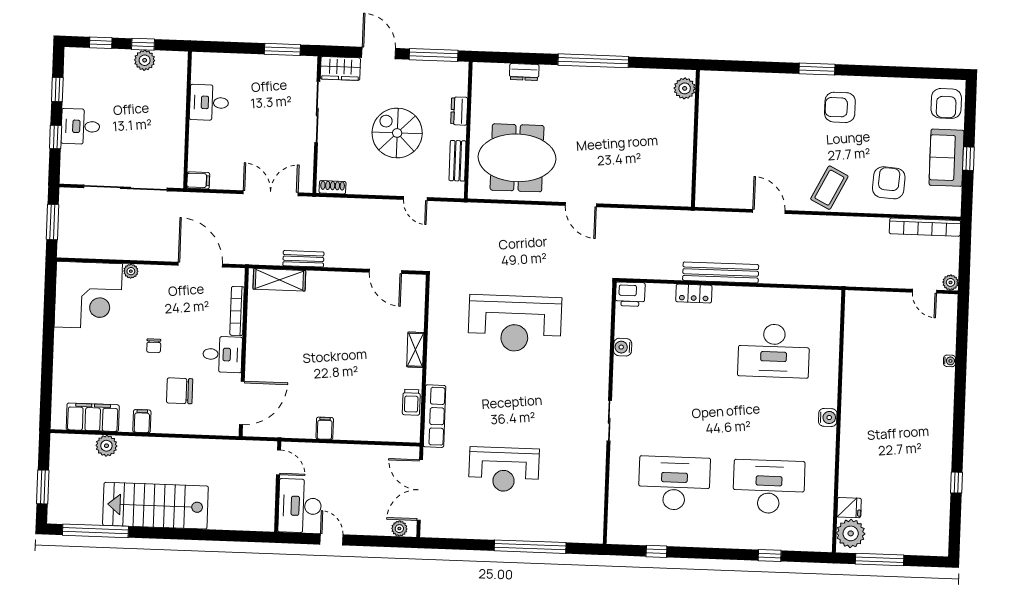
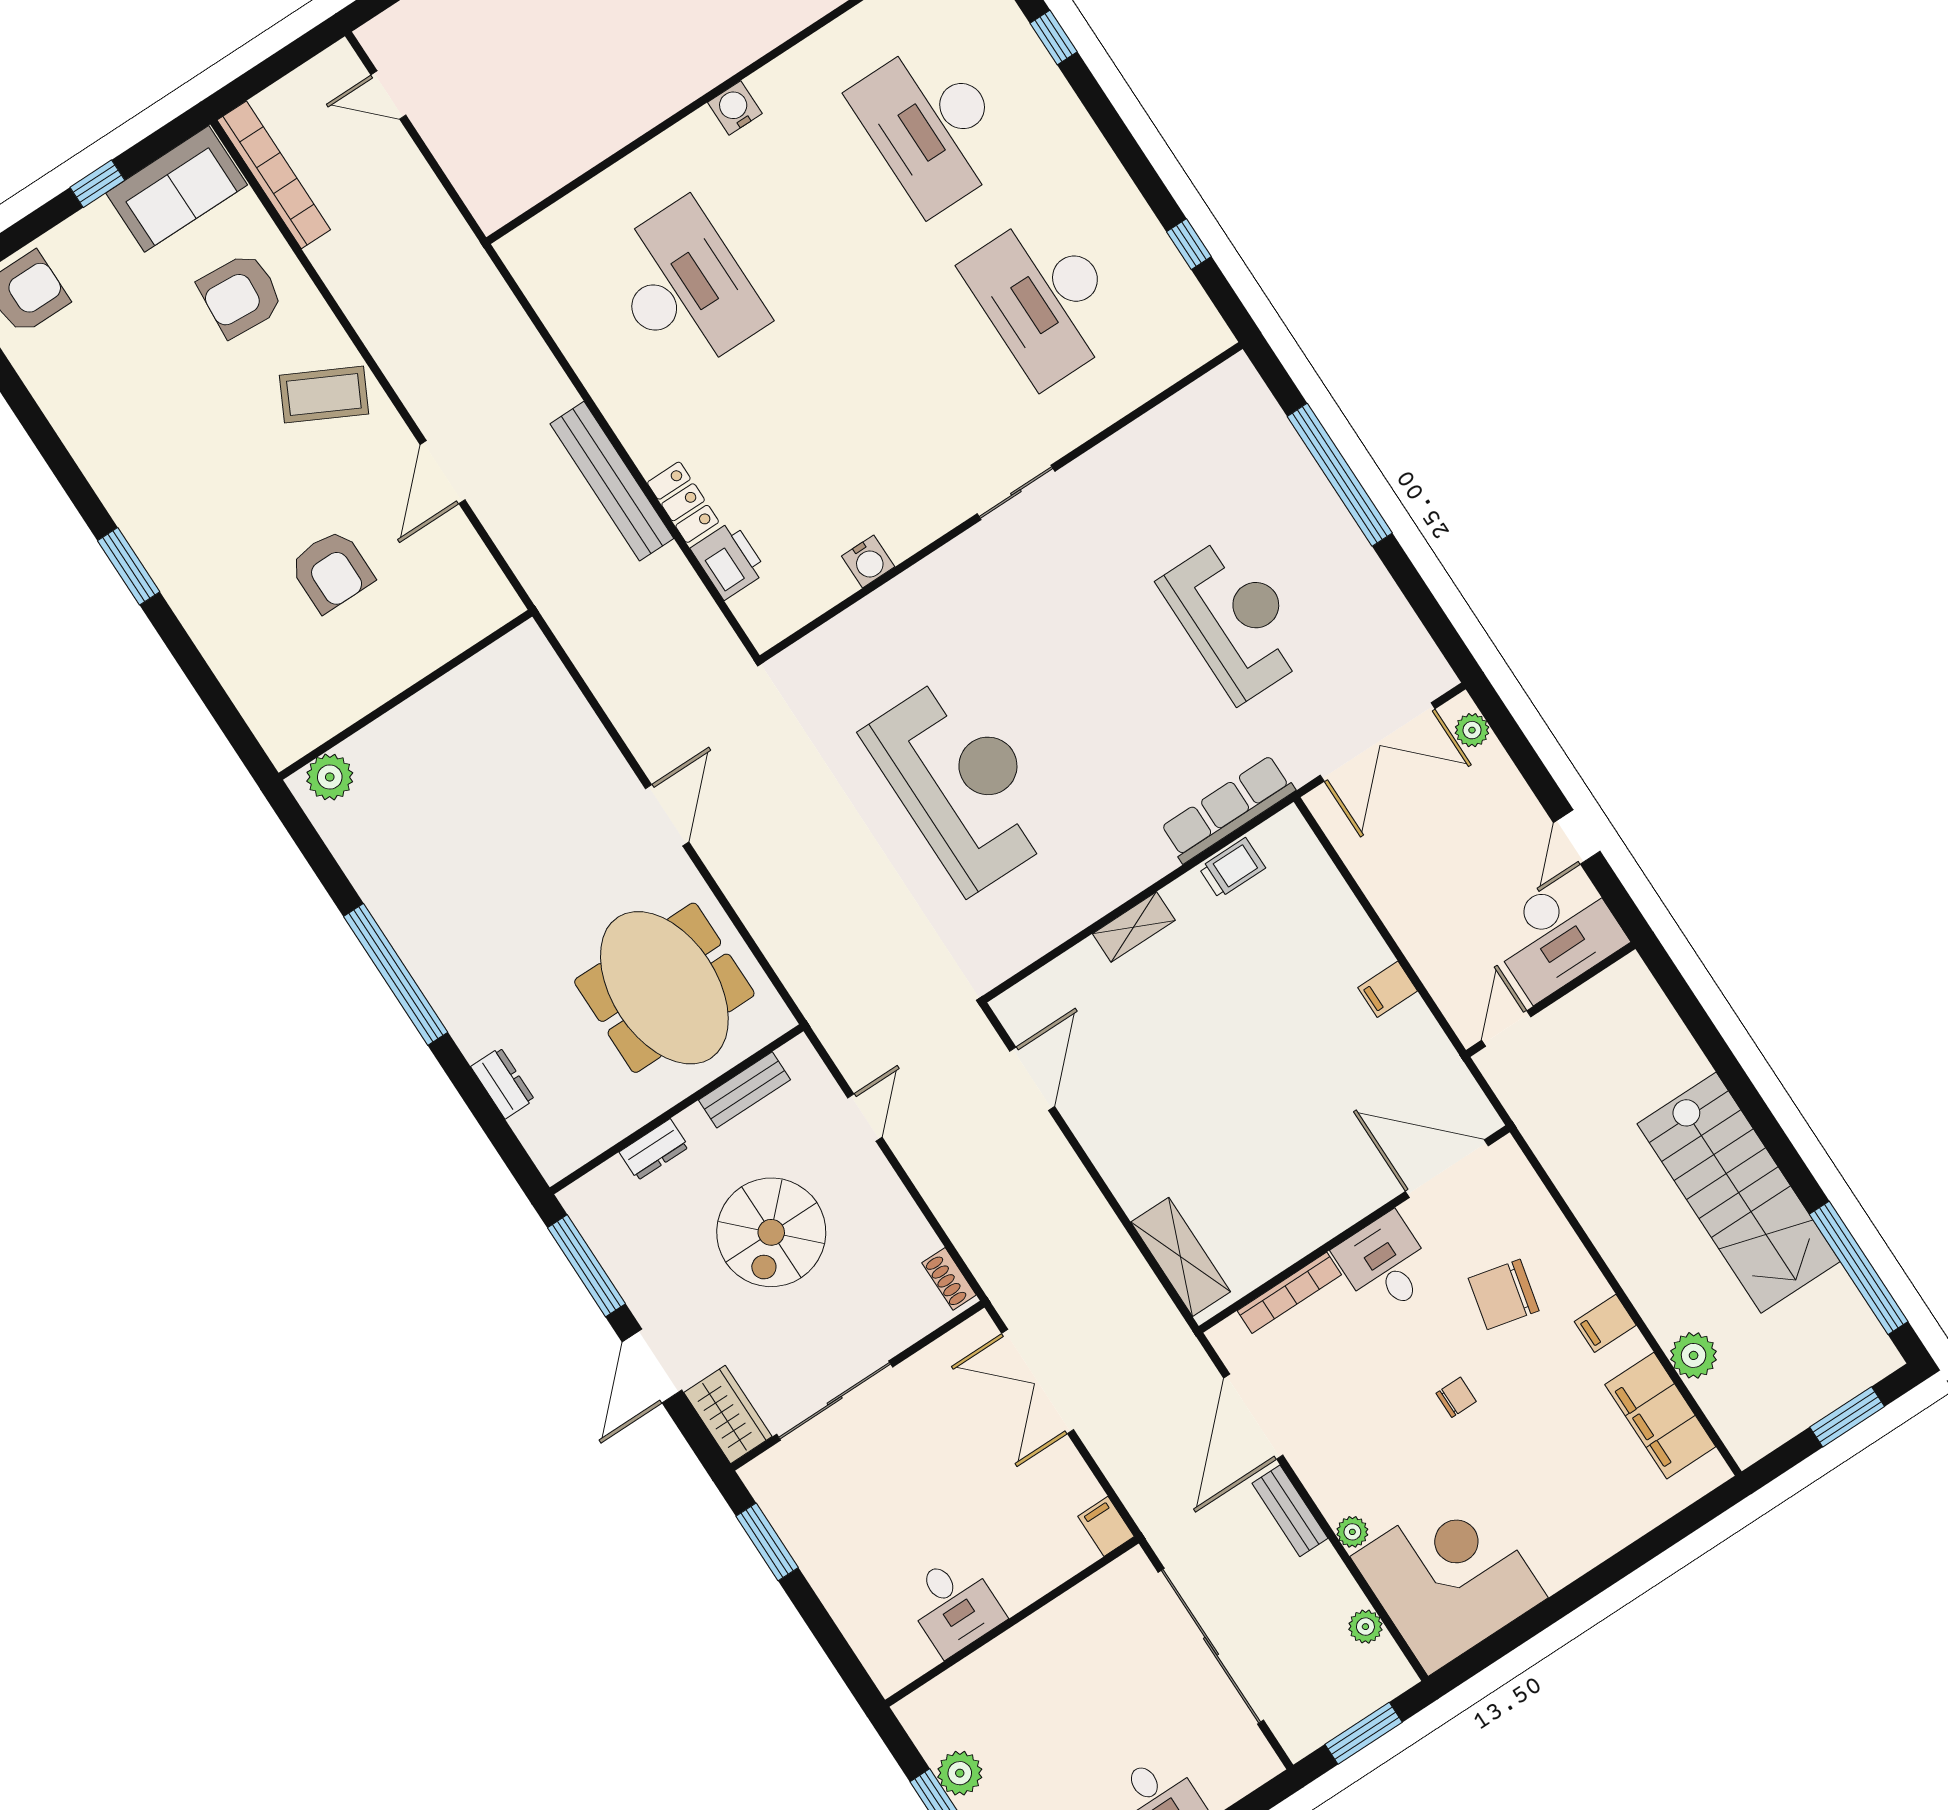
armchair: (840, 107) -> (332, 571), moved
sofa: (947, 158) -> (177, 189), moved
bench: (303, 259) -> (1290, 1511), moved
plant: (950, 282) -> (1365, 1627), moved
door: (924, 291) -> (388, 95), swing flipped
printer: (630, 294) -> (729, 560), moved
chair: (180, 391) -> (1504, 1294), turned 103

